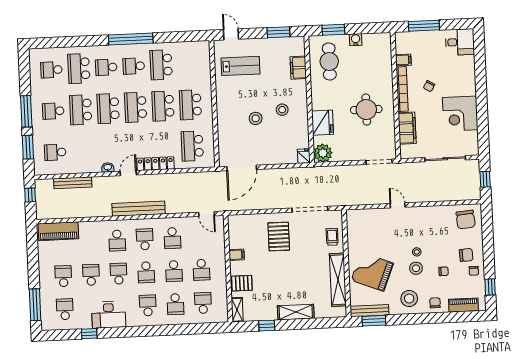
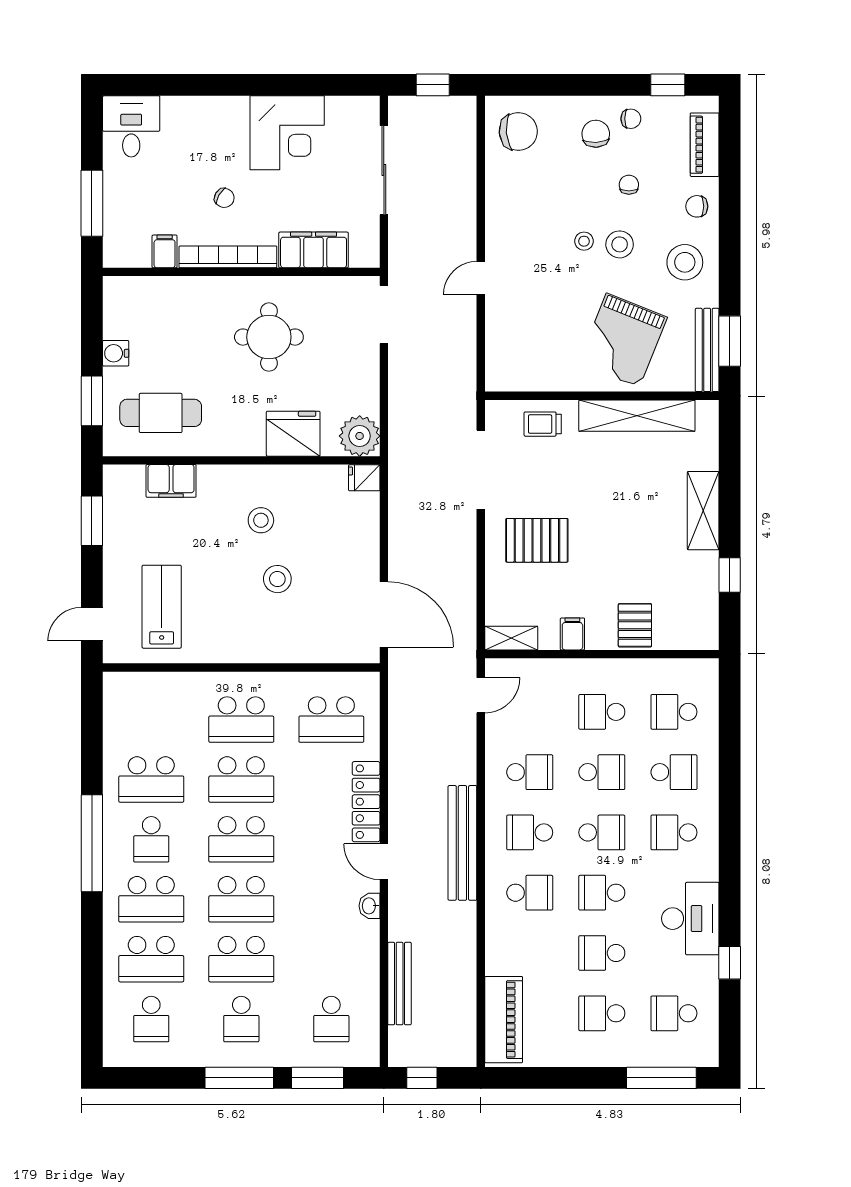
school desk: (106, 67) -> (151, 899), width x1.85
school desk: (201, 270) -> (602, 712), turned 180
shelving: (237, 310) -> (511, 638), moved

